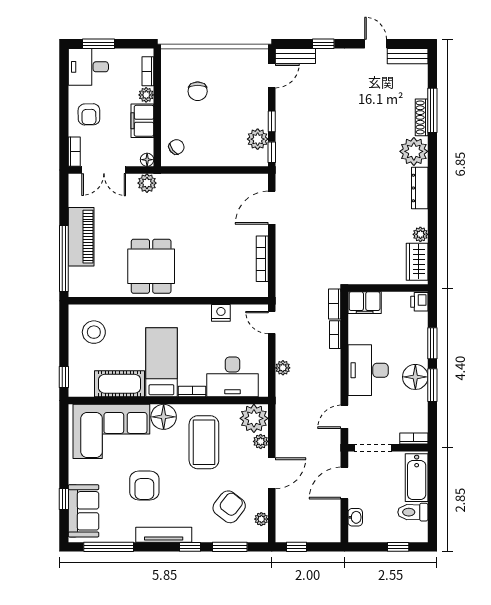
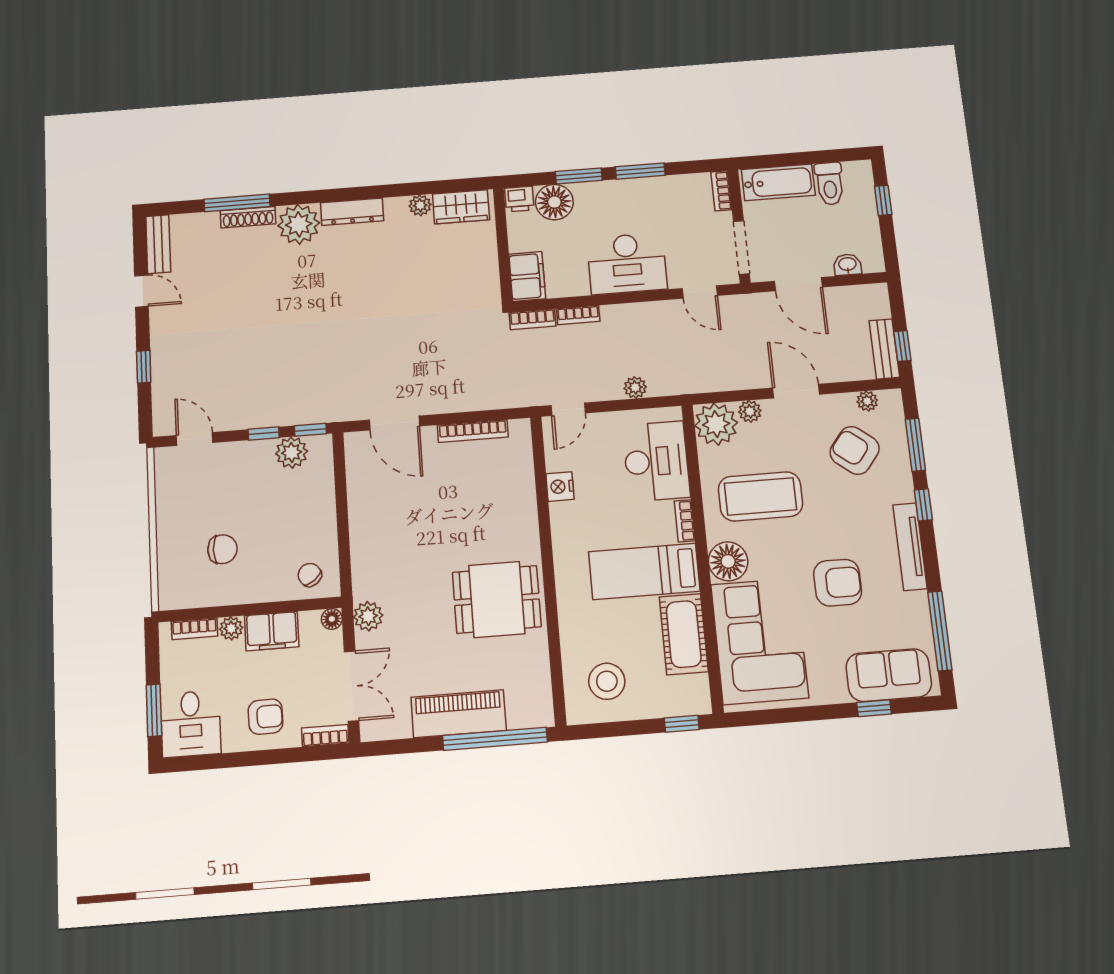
door: (376, 44) -> (141, 291), swing flipped
bench: (295, 56) -> (884, 349), moved
floor lamp: (415, 377) -> (554, 202), moved

